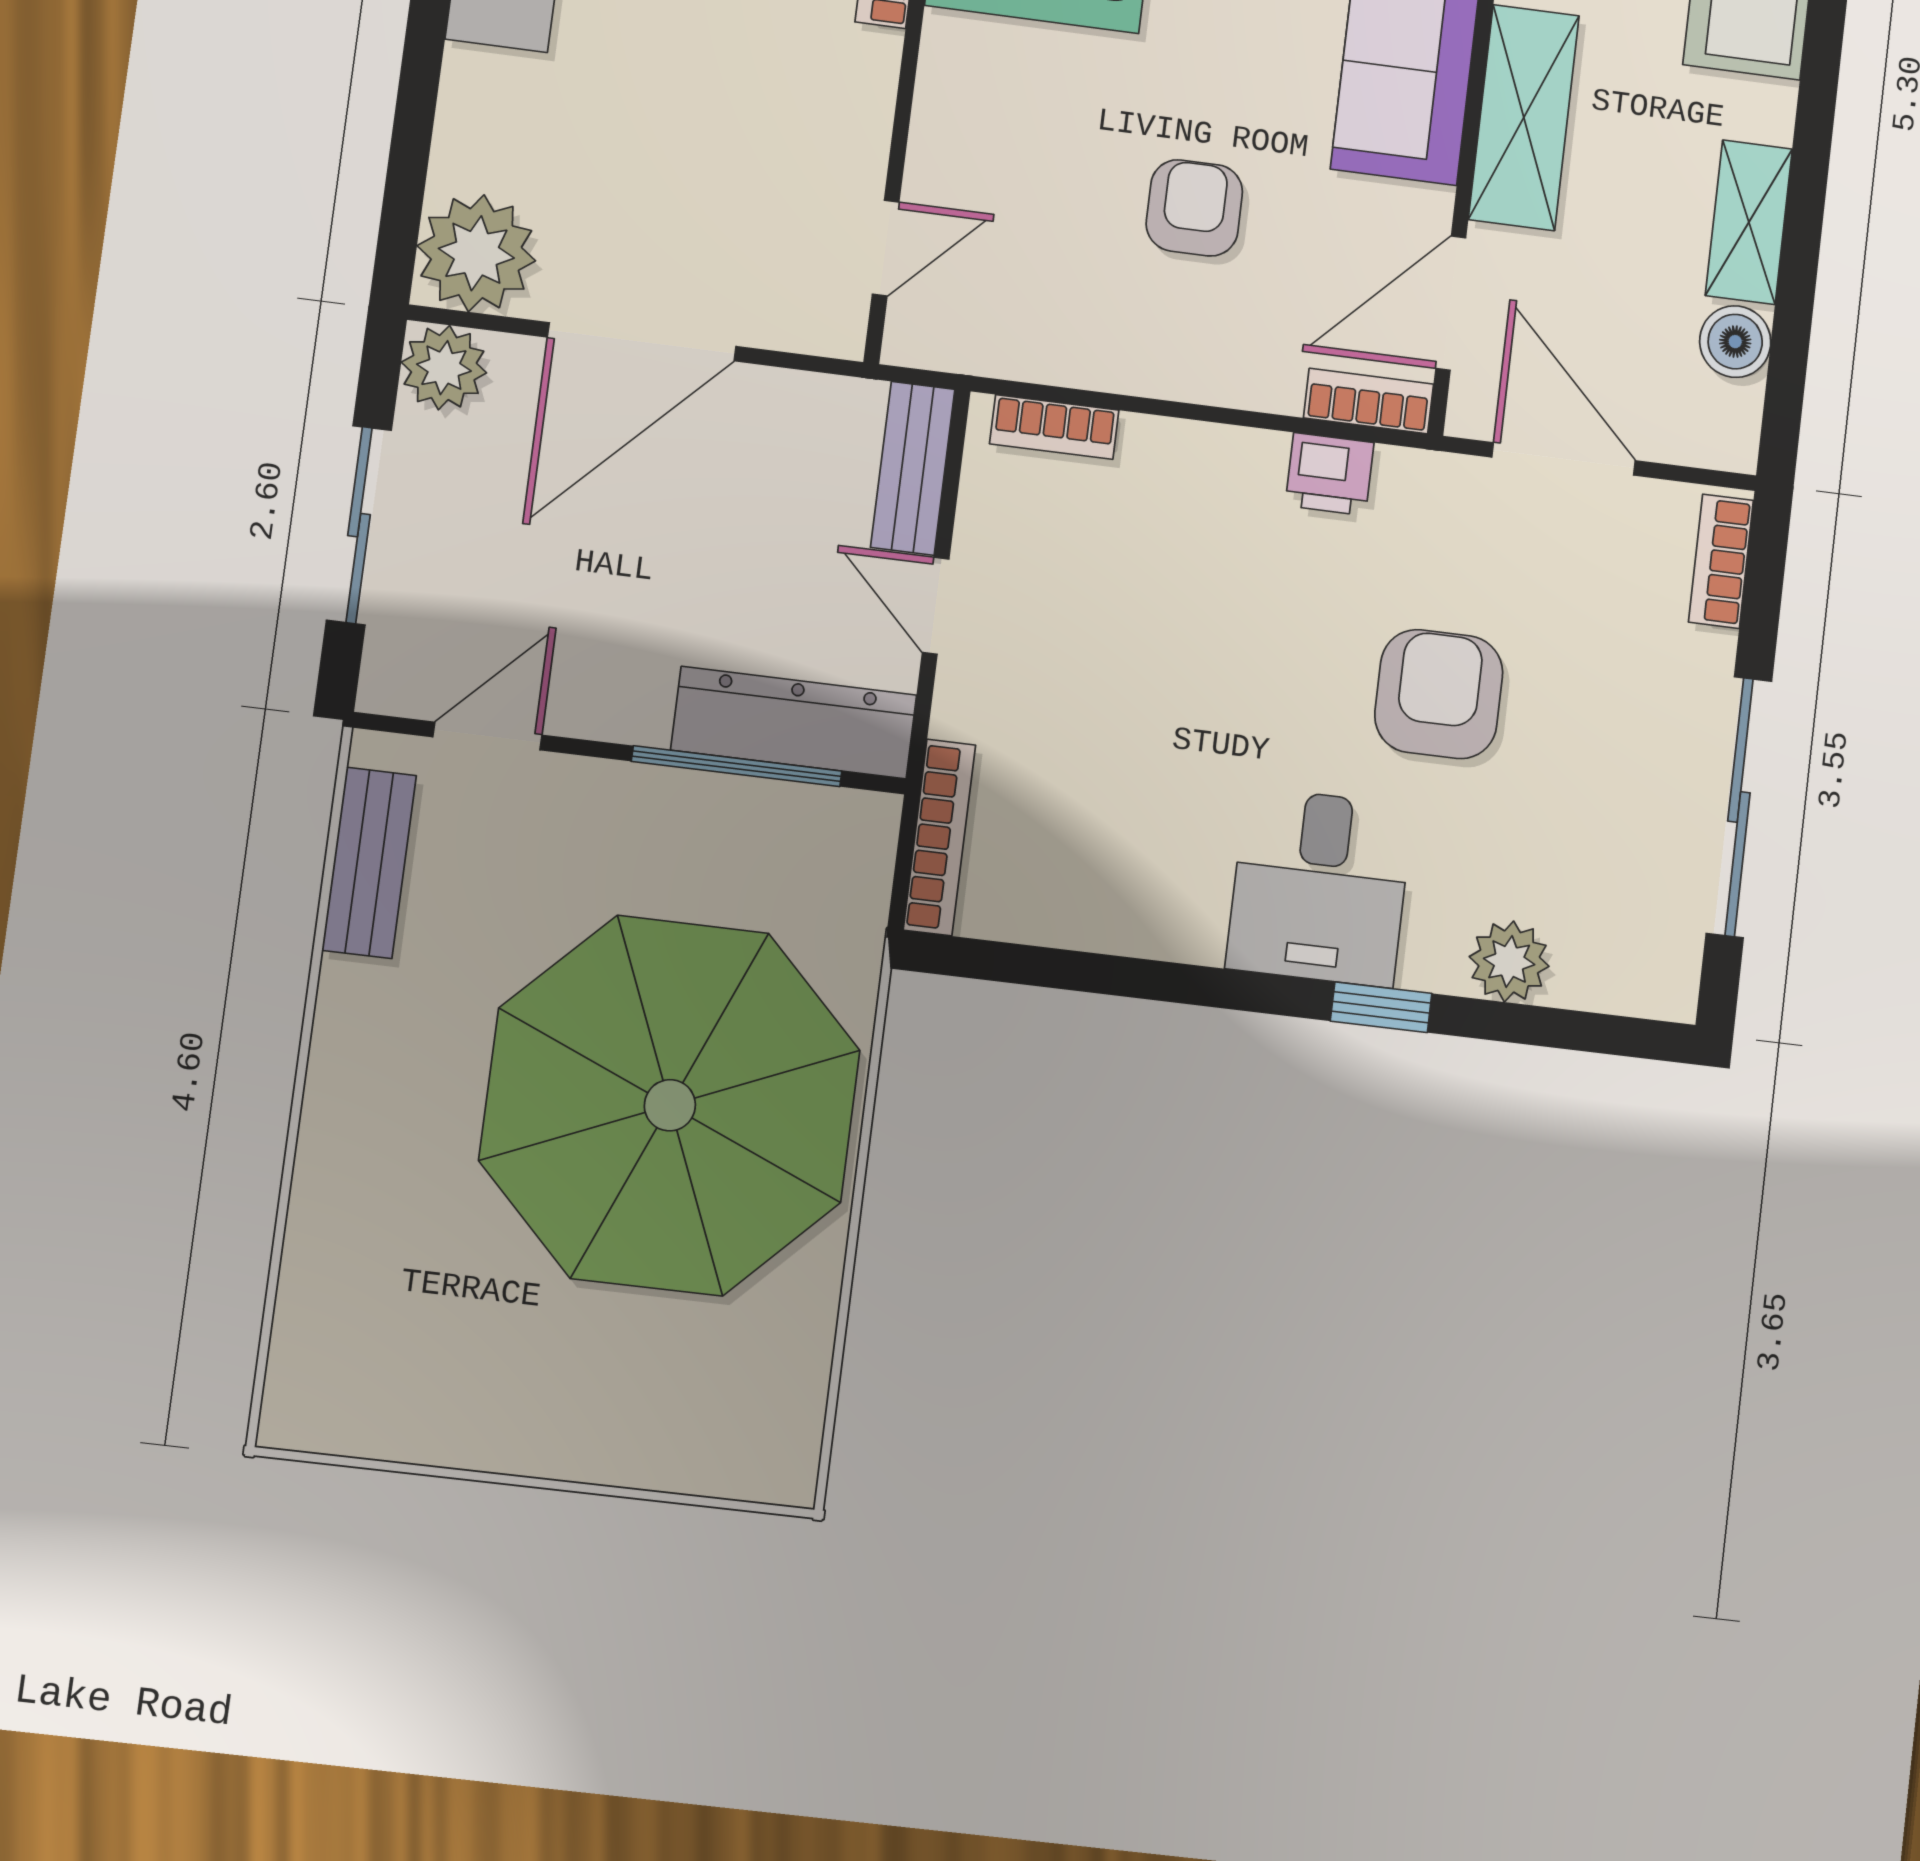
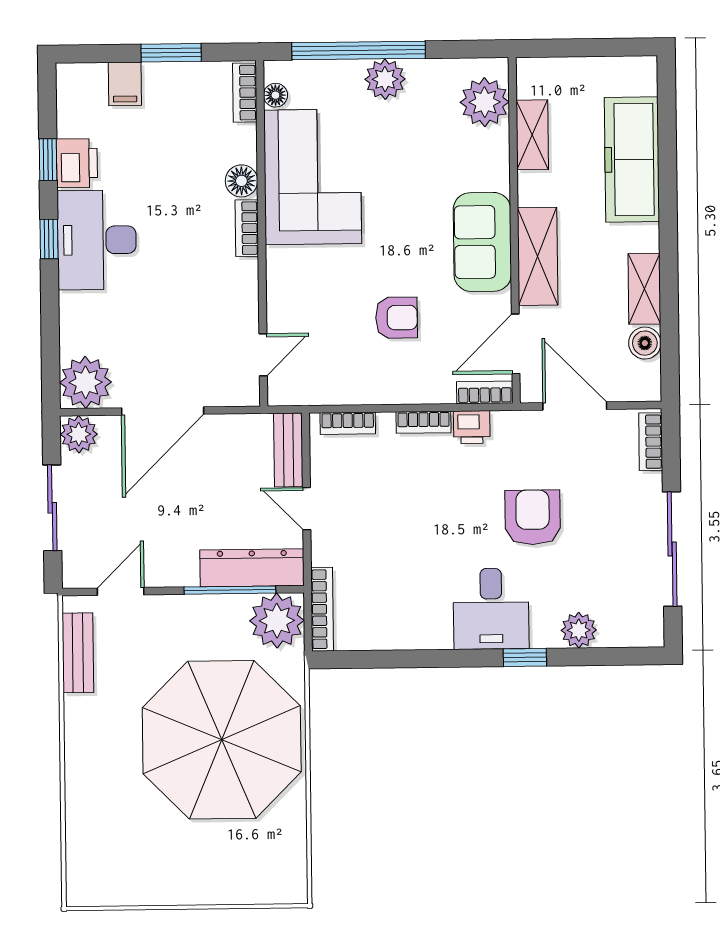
armchair: (1194, 208) -> (396, 318), turned 90
bookcase: (1224, 448) -> (424, 422), added
plant: (834, 850) -> (277, 621), added

